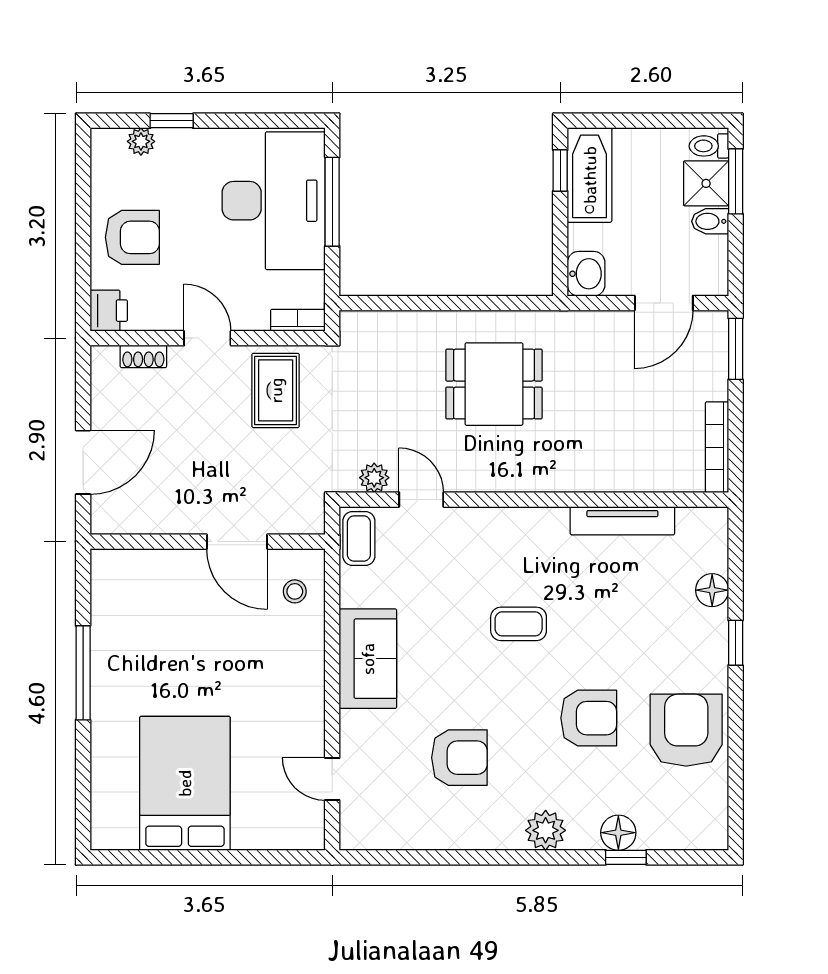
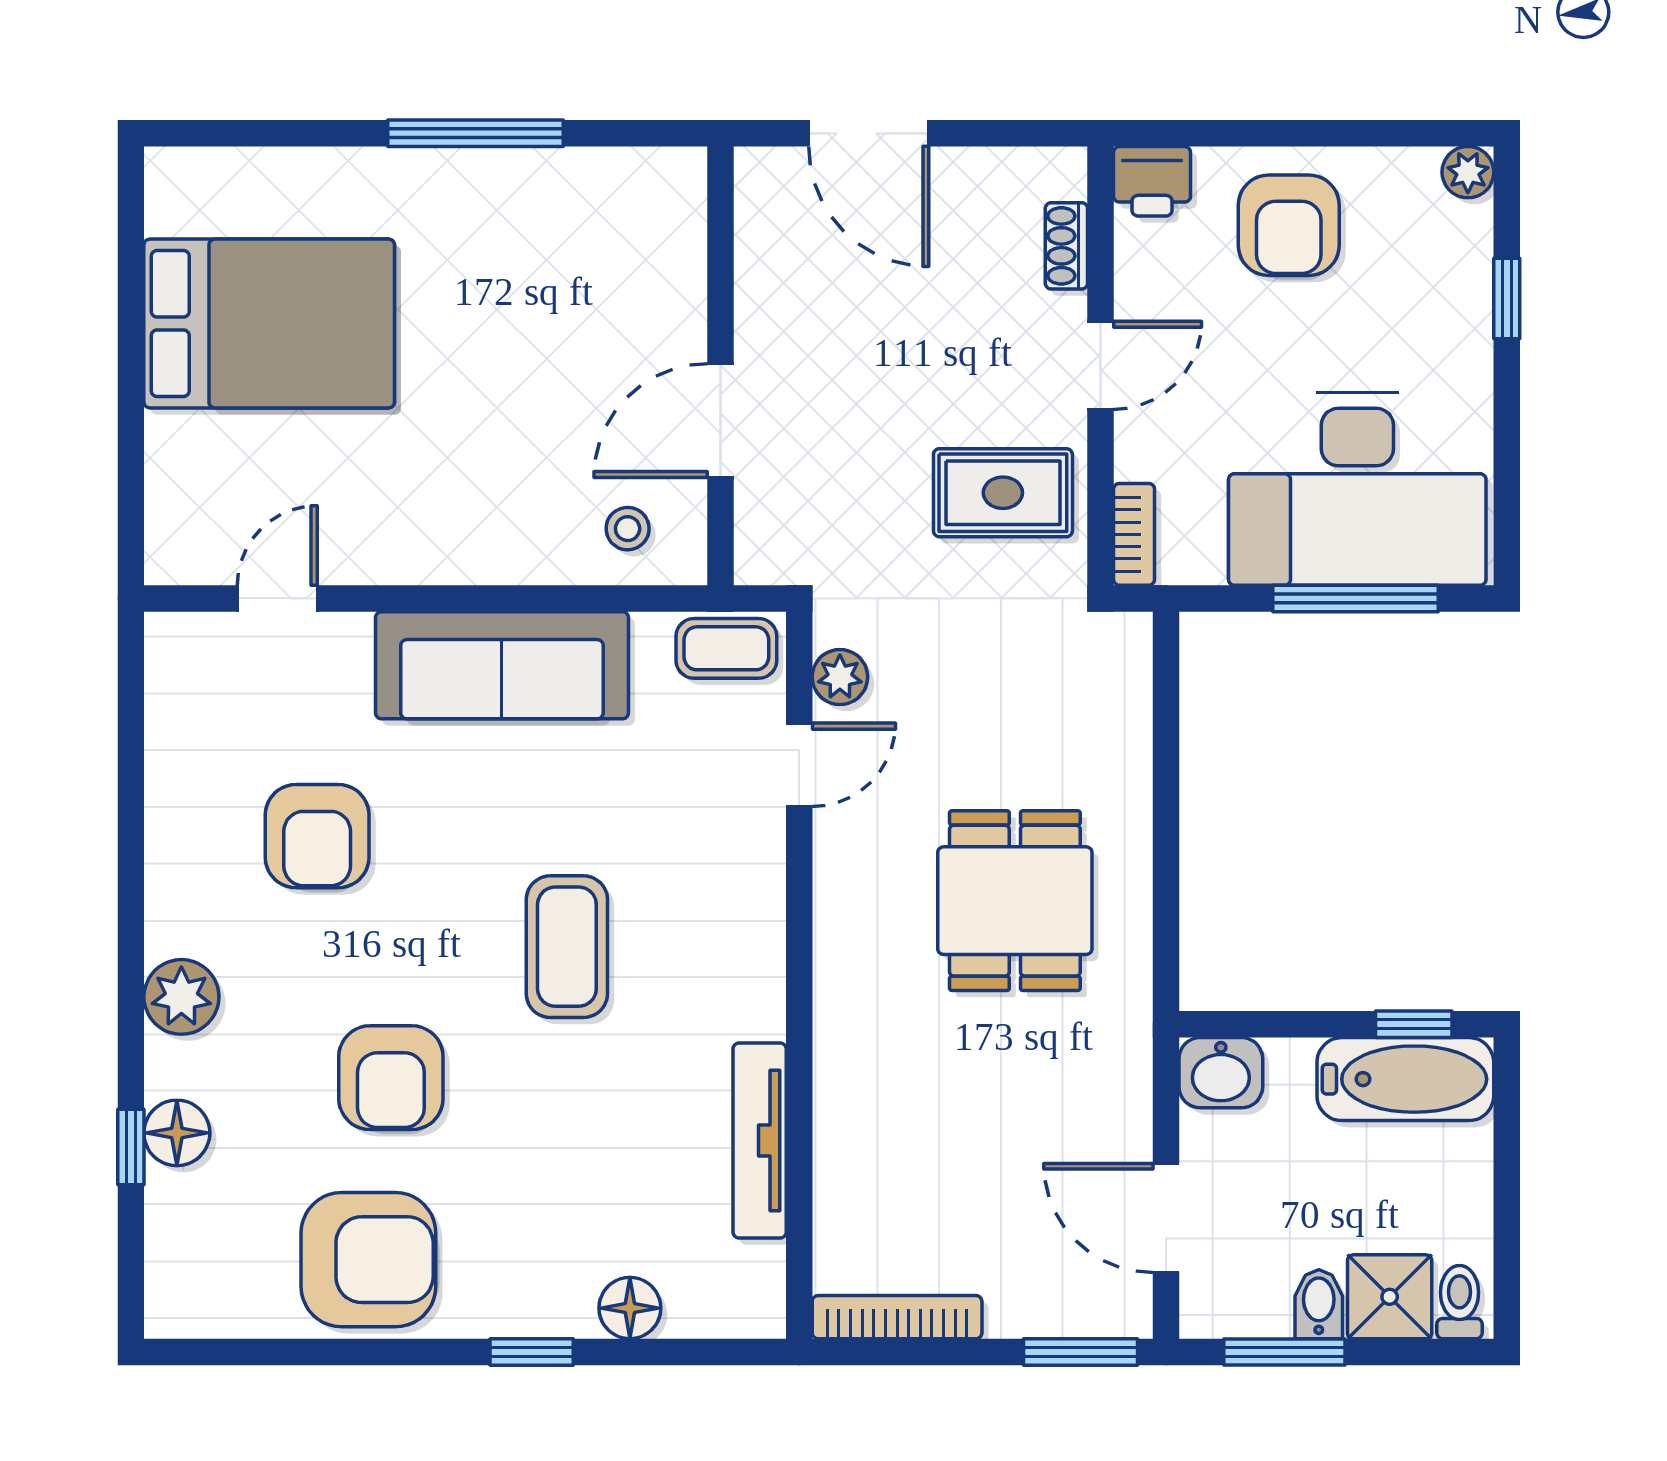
plant: (141, 141) -> (1468, 172), moved
window: (736, 181) -> (1284, 1352), moved
coffee table: (519, 624) -> (567, 947), width x1.36, depth x1.30
sofa: (368, 659) -> (502, 665), width x1.36

